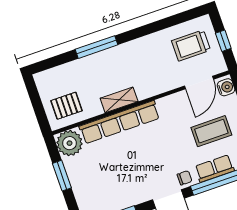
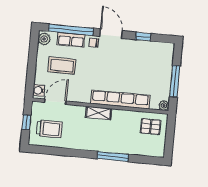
shelving: (119, 100) -> (98, 113), moved
plant: (70, 143) -> (164, 105), width x0.53, depth x0.53
window: (62, 176) -> (175, 81), width x1.44

